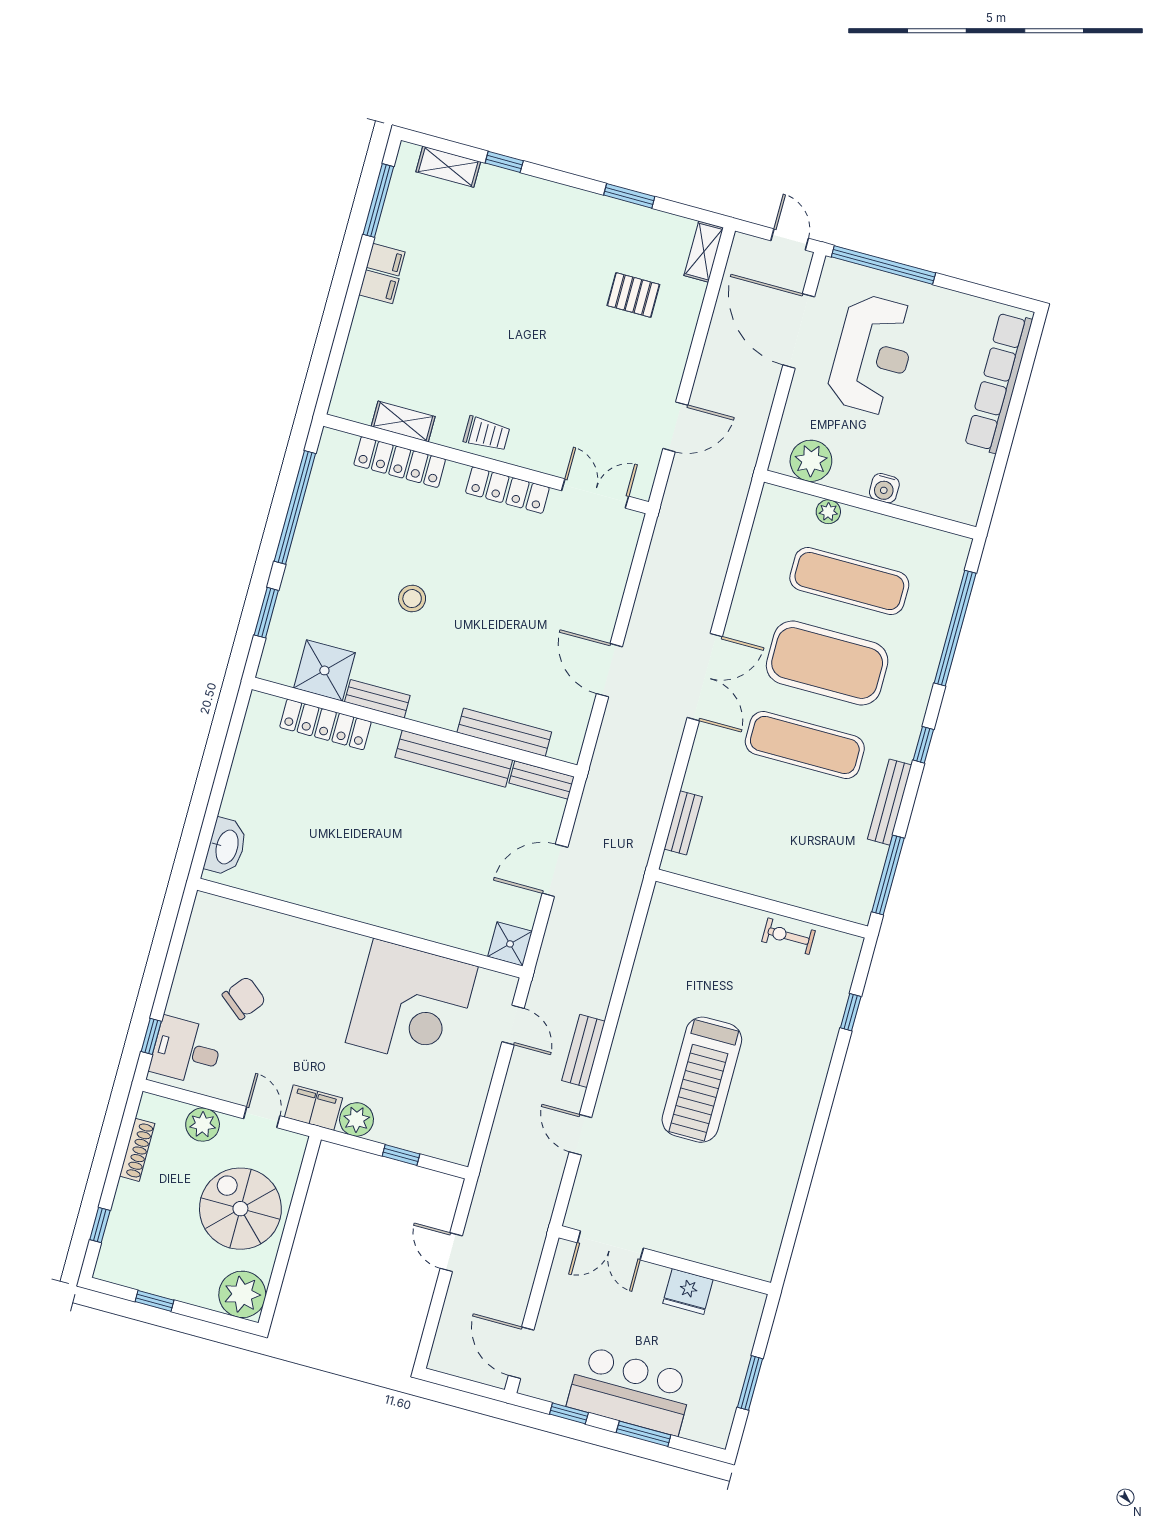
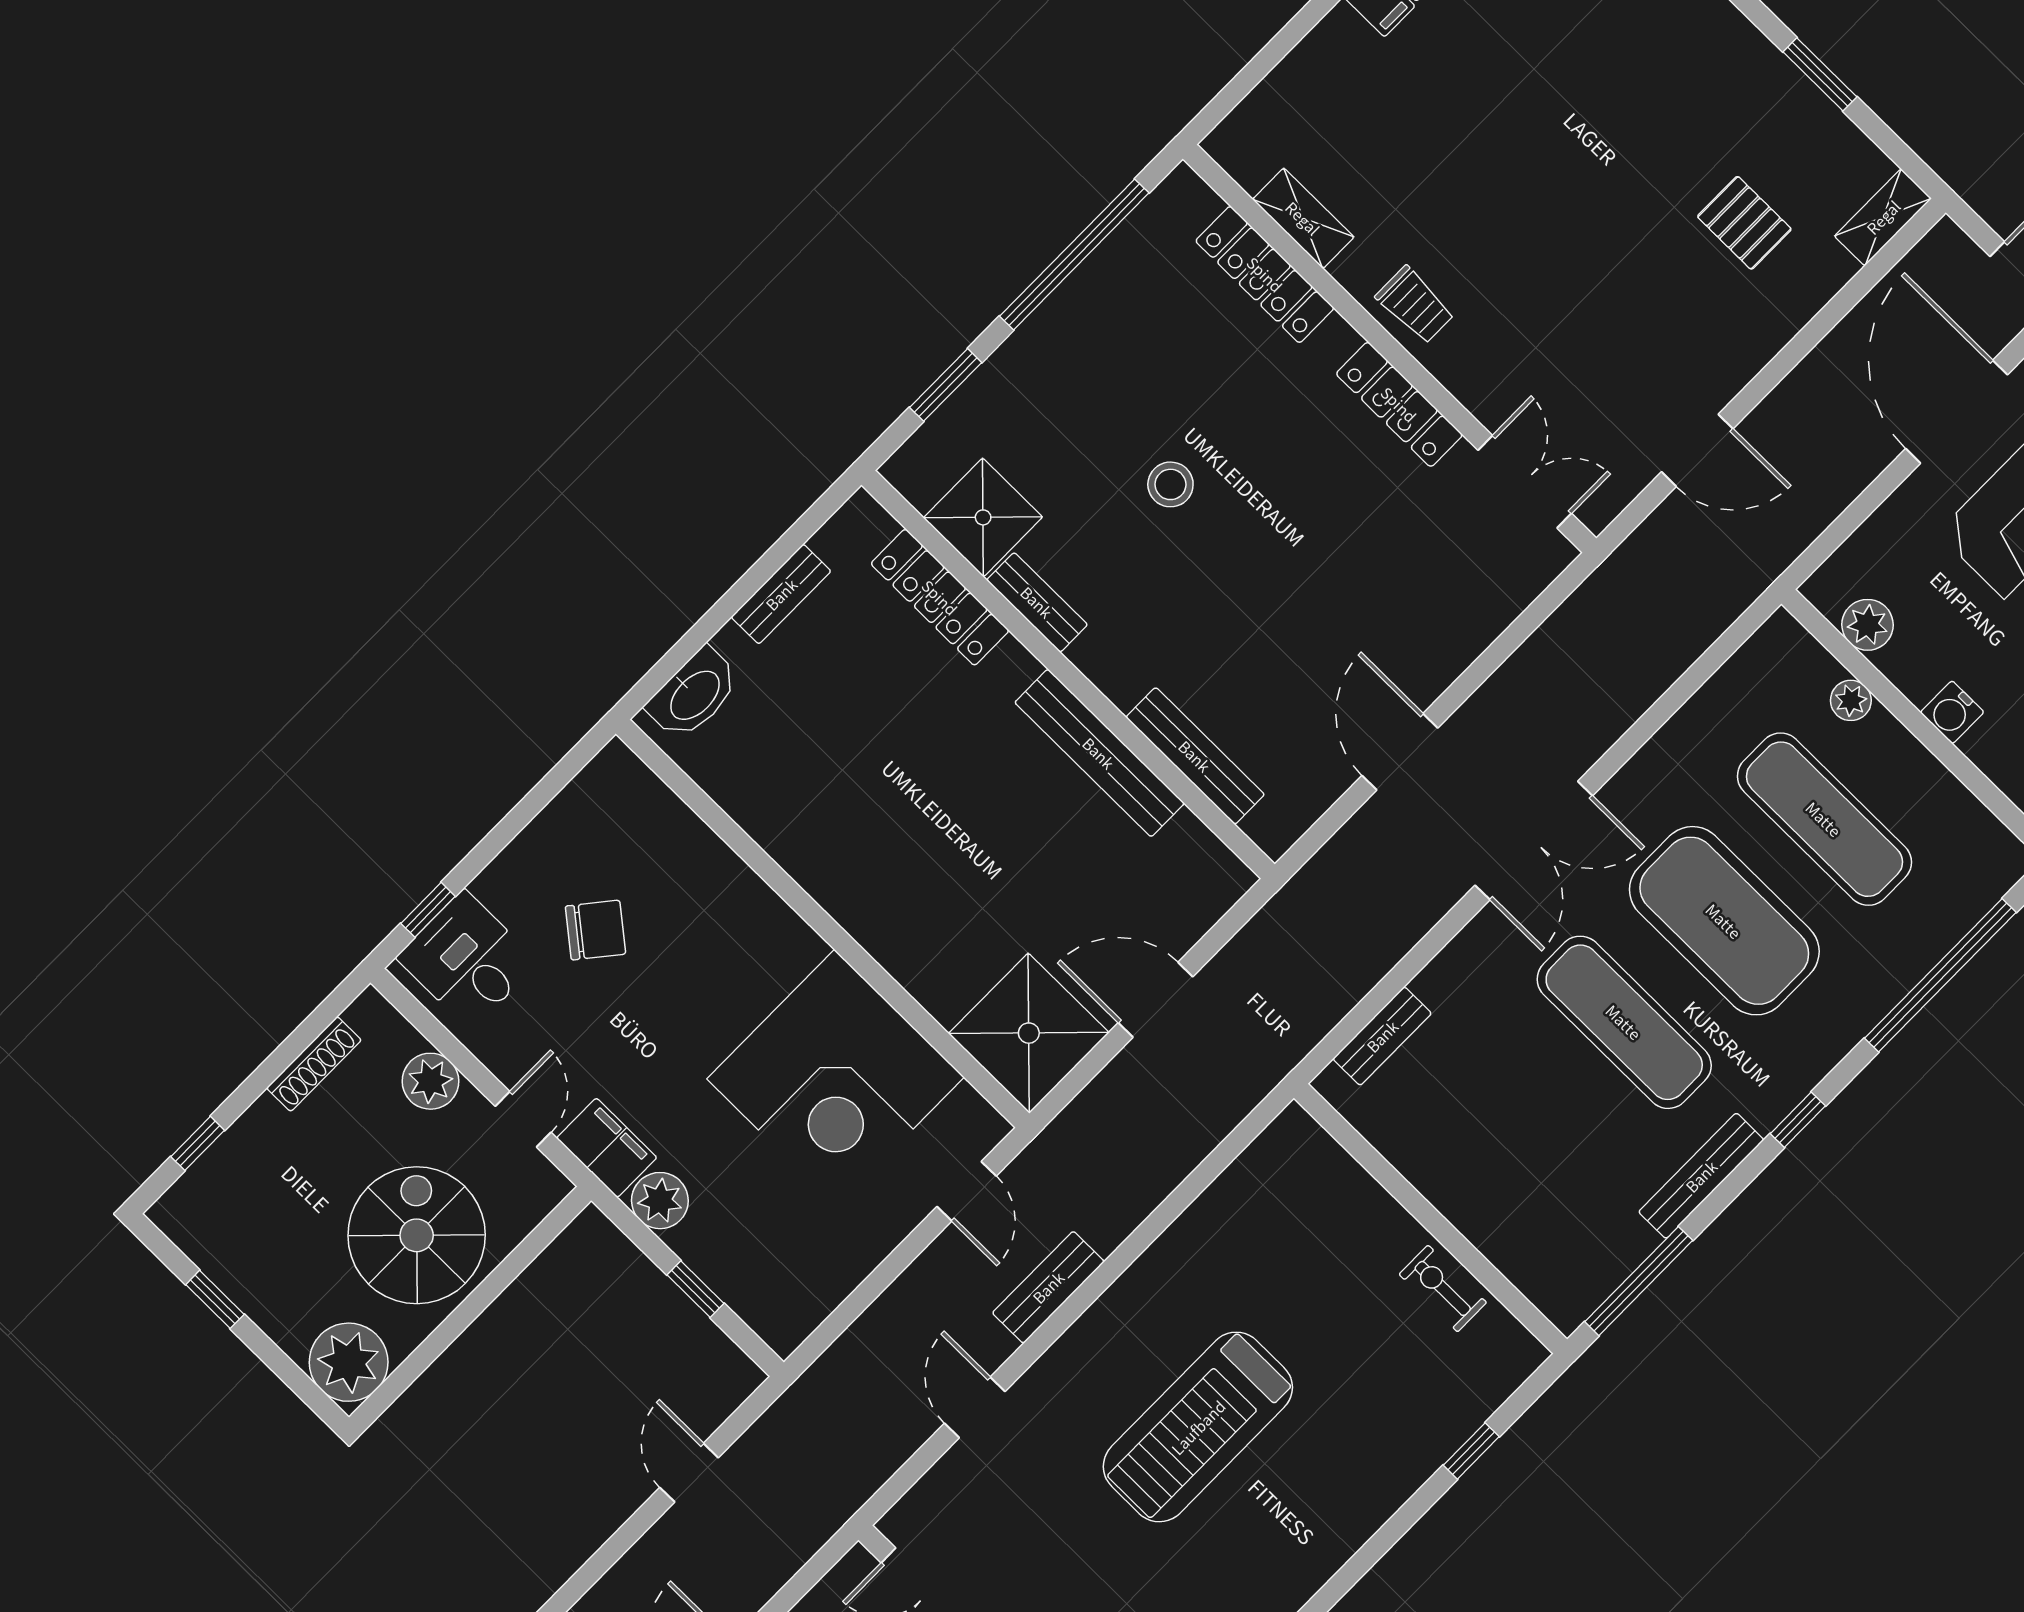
plant: (811, 461) -> (1867, 625), width x0.73, depth x0.73
bench: (542, 780) -> (781, 594), moved, turned 90
shower: (510, 944) -> (1029, 1033), width x1.86, depth x1.86

